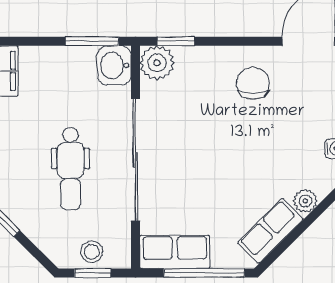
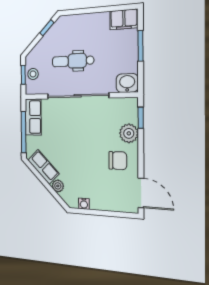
window: (92, 41) -> (140, 46), moved
plant: (157, 63) -> (129, 133), moved

